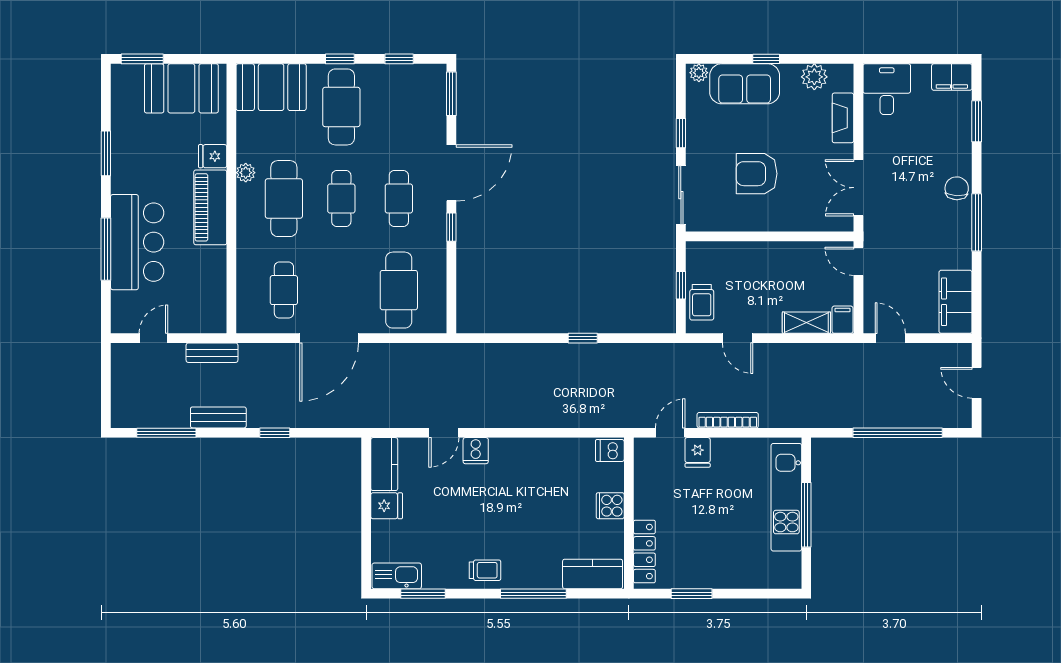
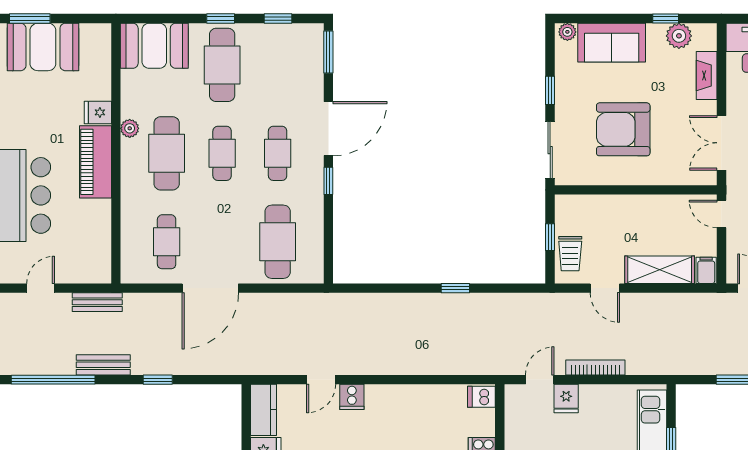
window: (766, 59) -> (666, 19), moved
booth: (181, 88) -> (43, 47), moved
armchair: (757, 174) -> (623, 129), width x1.36, depth x1.36
shelving: (806, 323) -> (660, 270), width x1.50, depth x1.33
window: (166, 433) -> (53, 380), width x1.46

